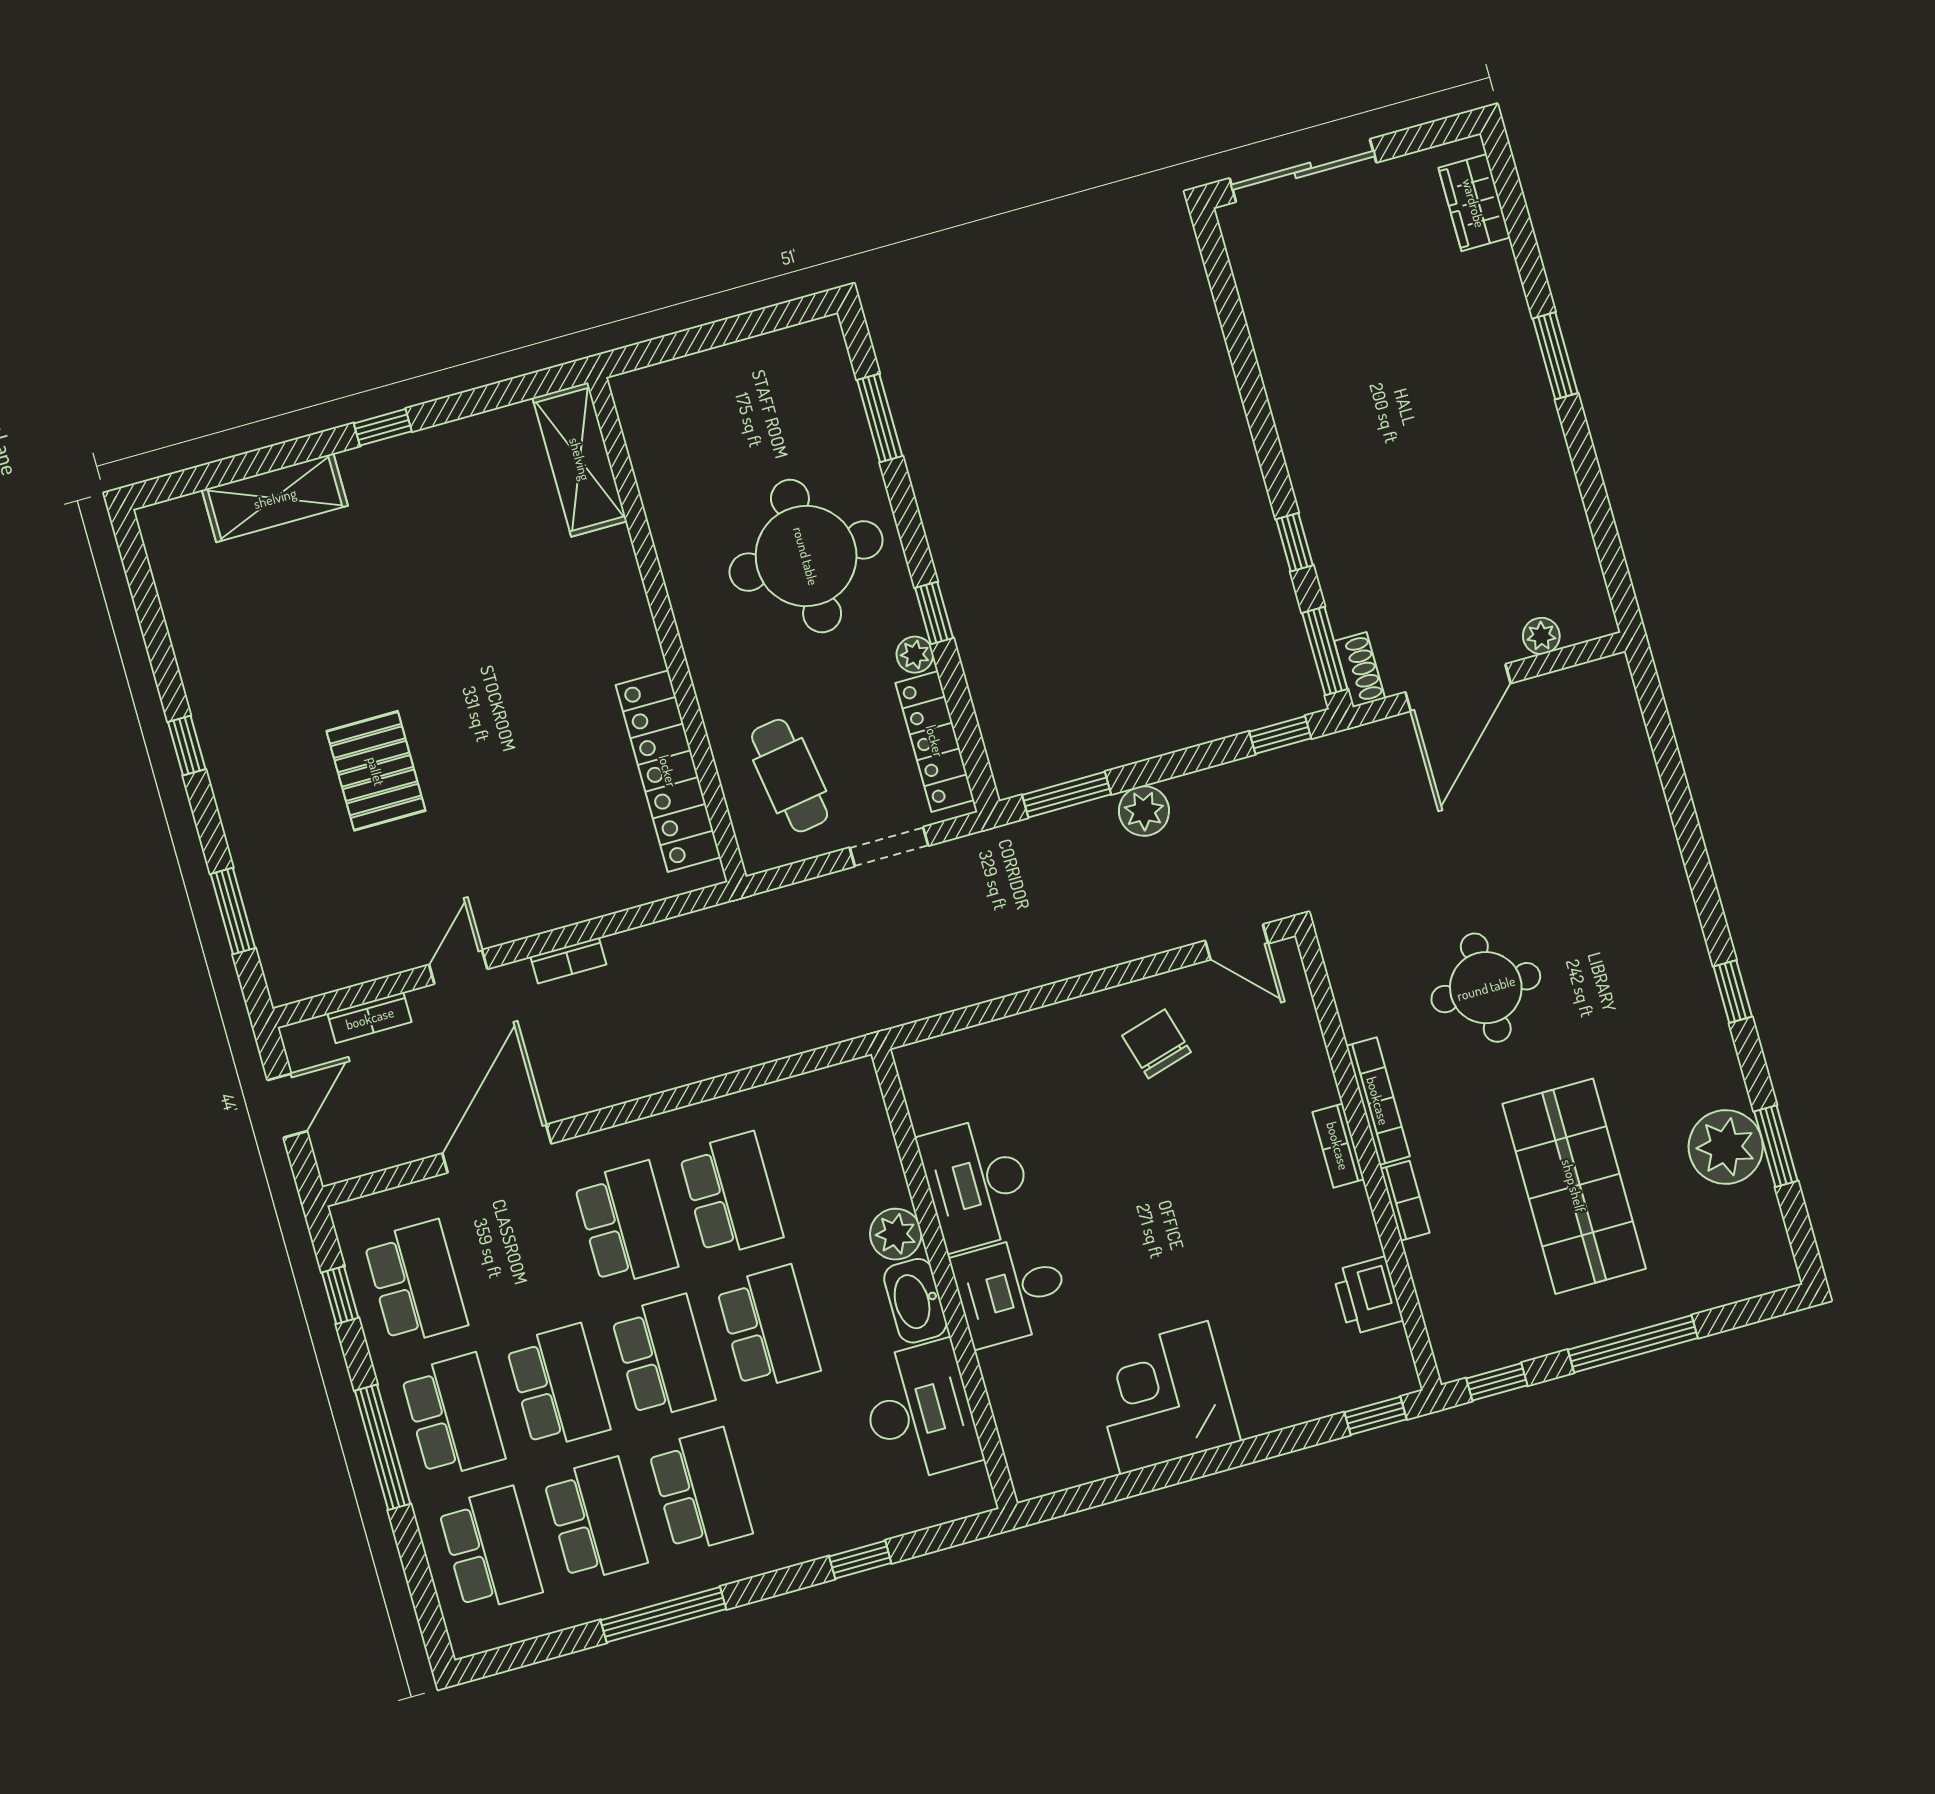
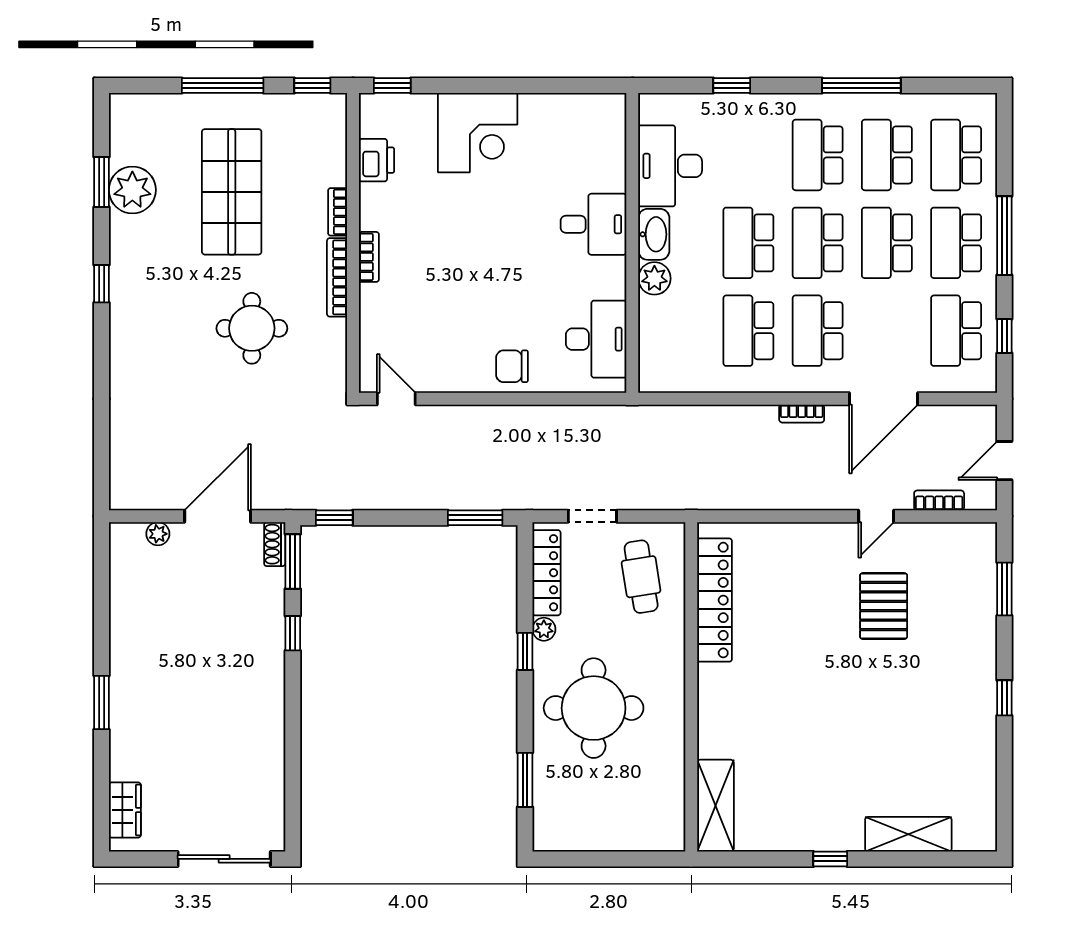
pallet: (376, 771) -> (884, 606), moved
plant: (1144, 811) -> (431, 495), removed
bookcase: (568, 960) -> (802, 414), moved, turned 180
chair: (1157, 1044) -> (512, 366), moved, turned 106
desk: (977, 1183) -> (596, 339), moved
corner desk: (1164, 1398) -> (478, 133), moved

